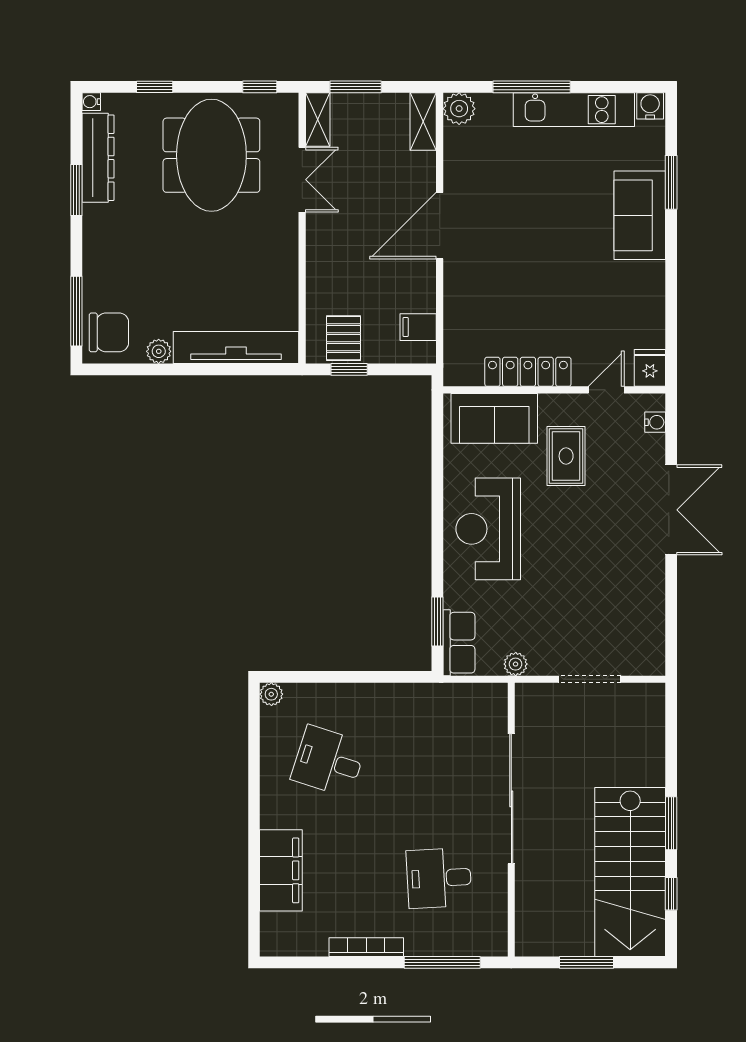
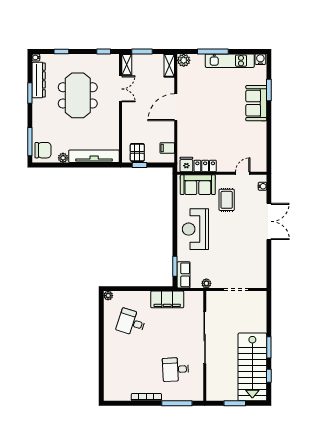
meeting table: (211, 155) -> (78, 95), moved
fridge: (650, 368) -> (186, 164), moved
locker: (528, 372) -> (205, 166), width x0.66
filing cabinet: (281, 870) -> (167, 299), moved, turned 90

